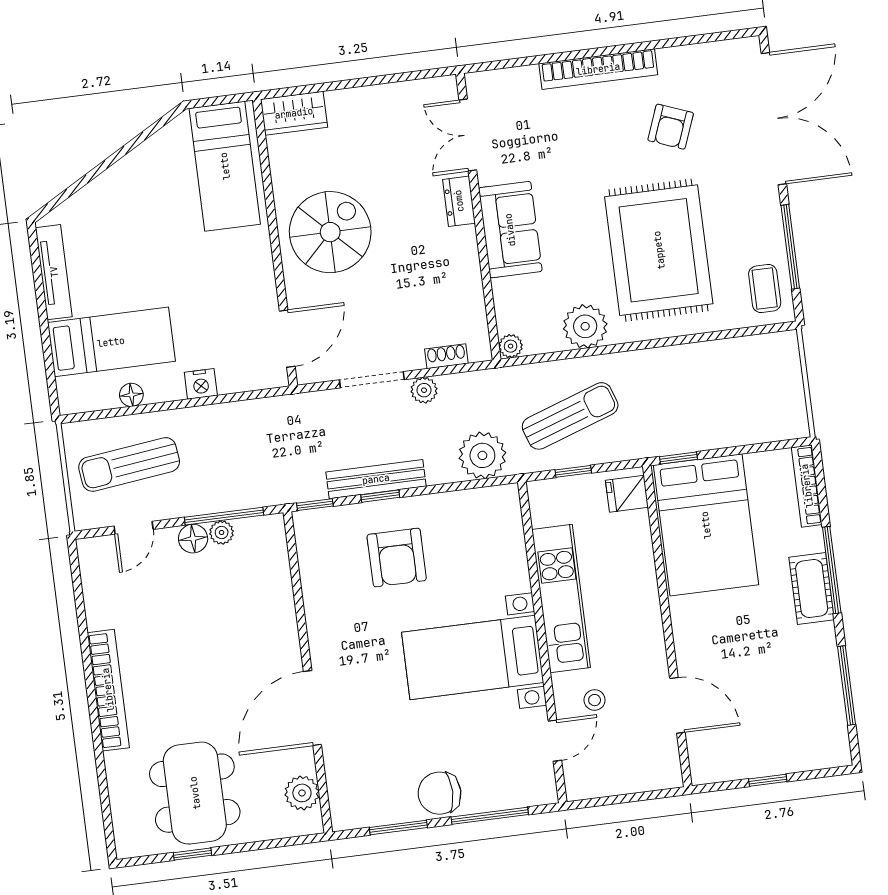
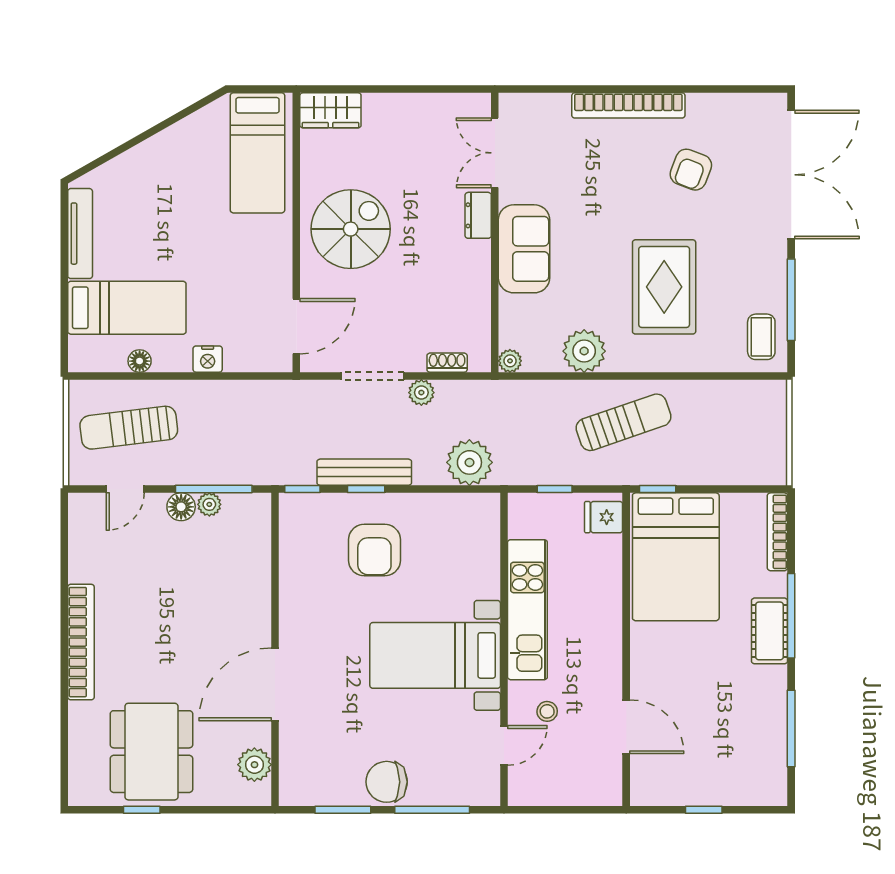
rug: (659, 250) -> (664, 287), width x0.73, depth x0.69
sun lounger: (570, 416) -> (623, 422), moved

